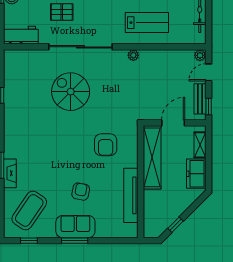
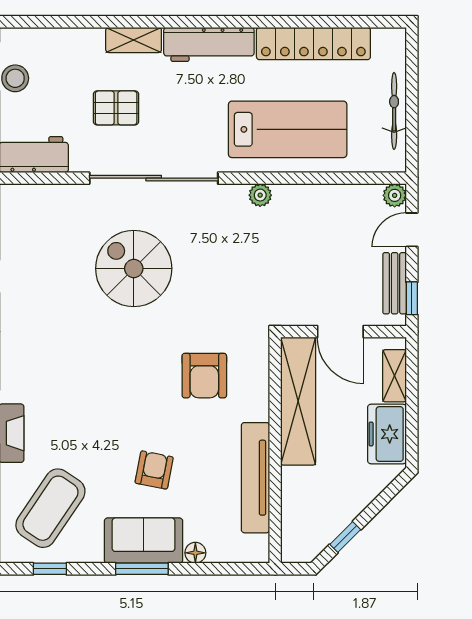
lab bench: (147, 23) -> (288, 129), width x1.36, depth x1.39
door: (173, 123) -> (340, 332), swing flipped
floor lamp: (101, 233) -> (195, 553), added

